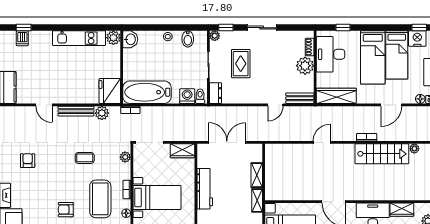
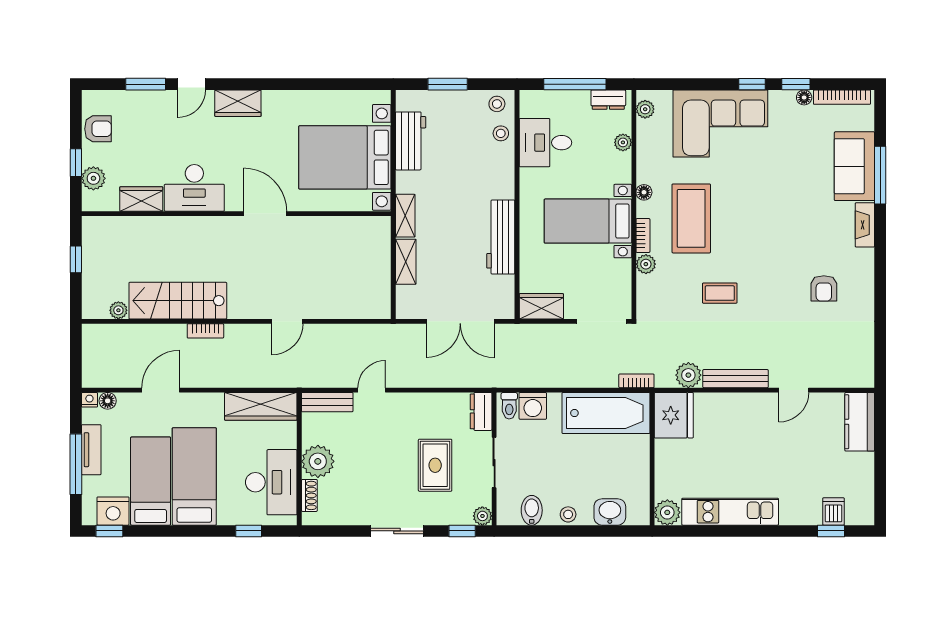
washbasin: (130, 39) -> (610, 512), moved, turned 90
door: (44, 105) -> (794, 390), swing flipped
plant: (125, 157) -> (646, 264), moved
armchair: (66, 210) -> (754, 199), removed

